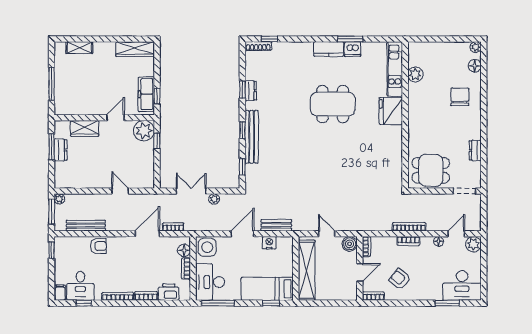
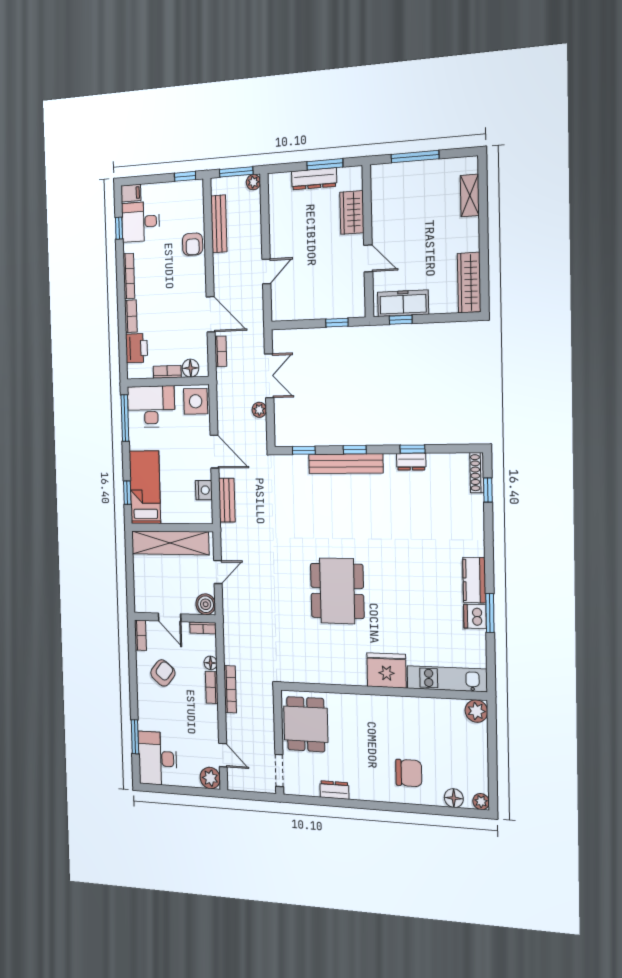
plant: (415, 74) -> (476, 711), moved
dining table: (333, 104) -> (337, 591), moved
plant: (144, 131) -> (351, 302), removed
dresser: (61, 150) -> (314, 179), width x1.44
floor lamp: (439, 241) -> (211, 663), moved

